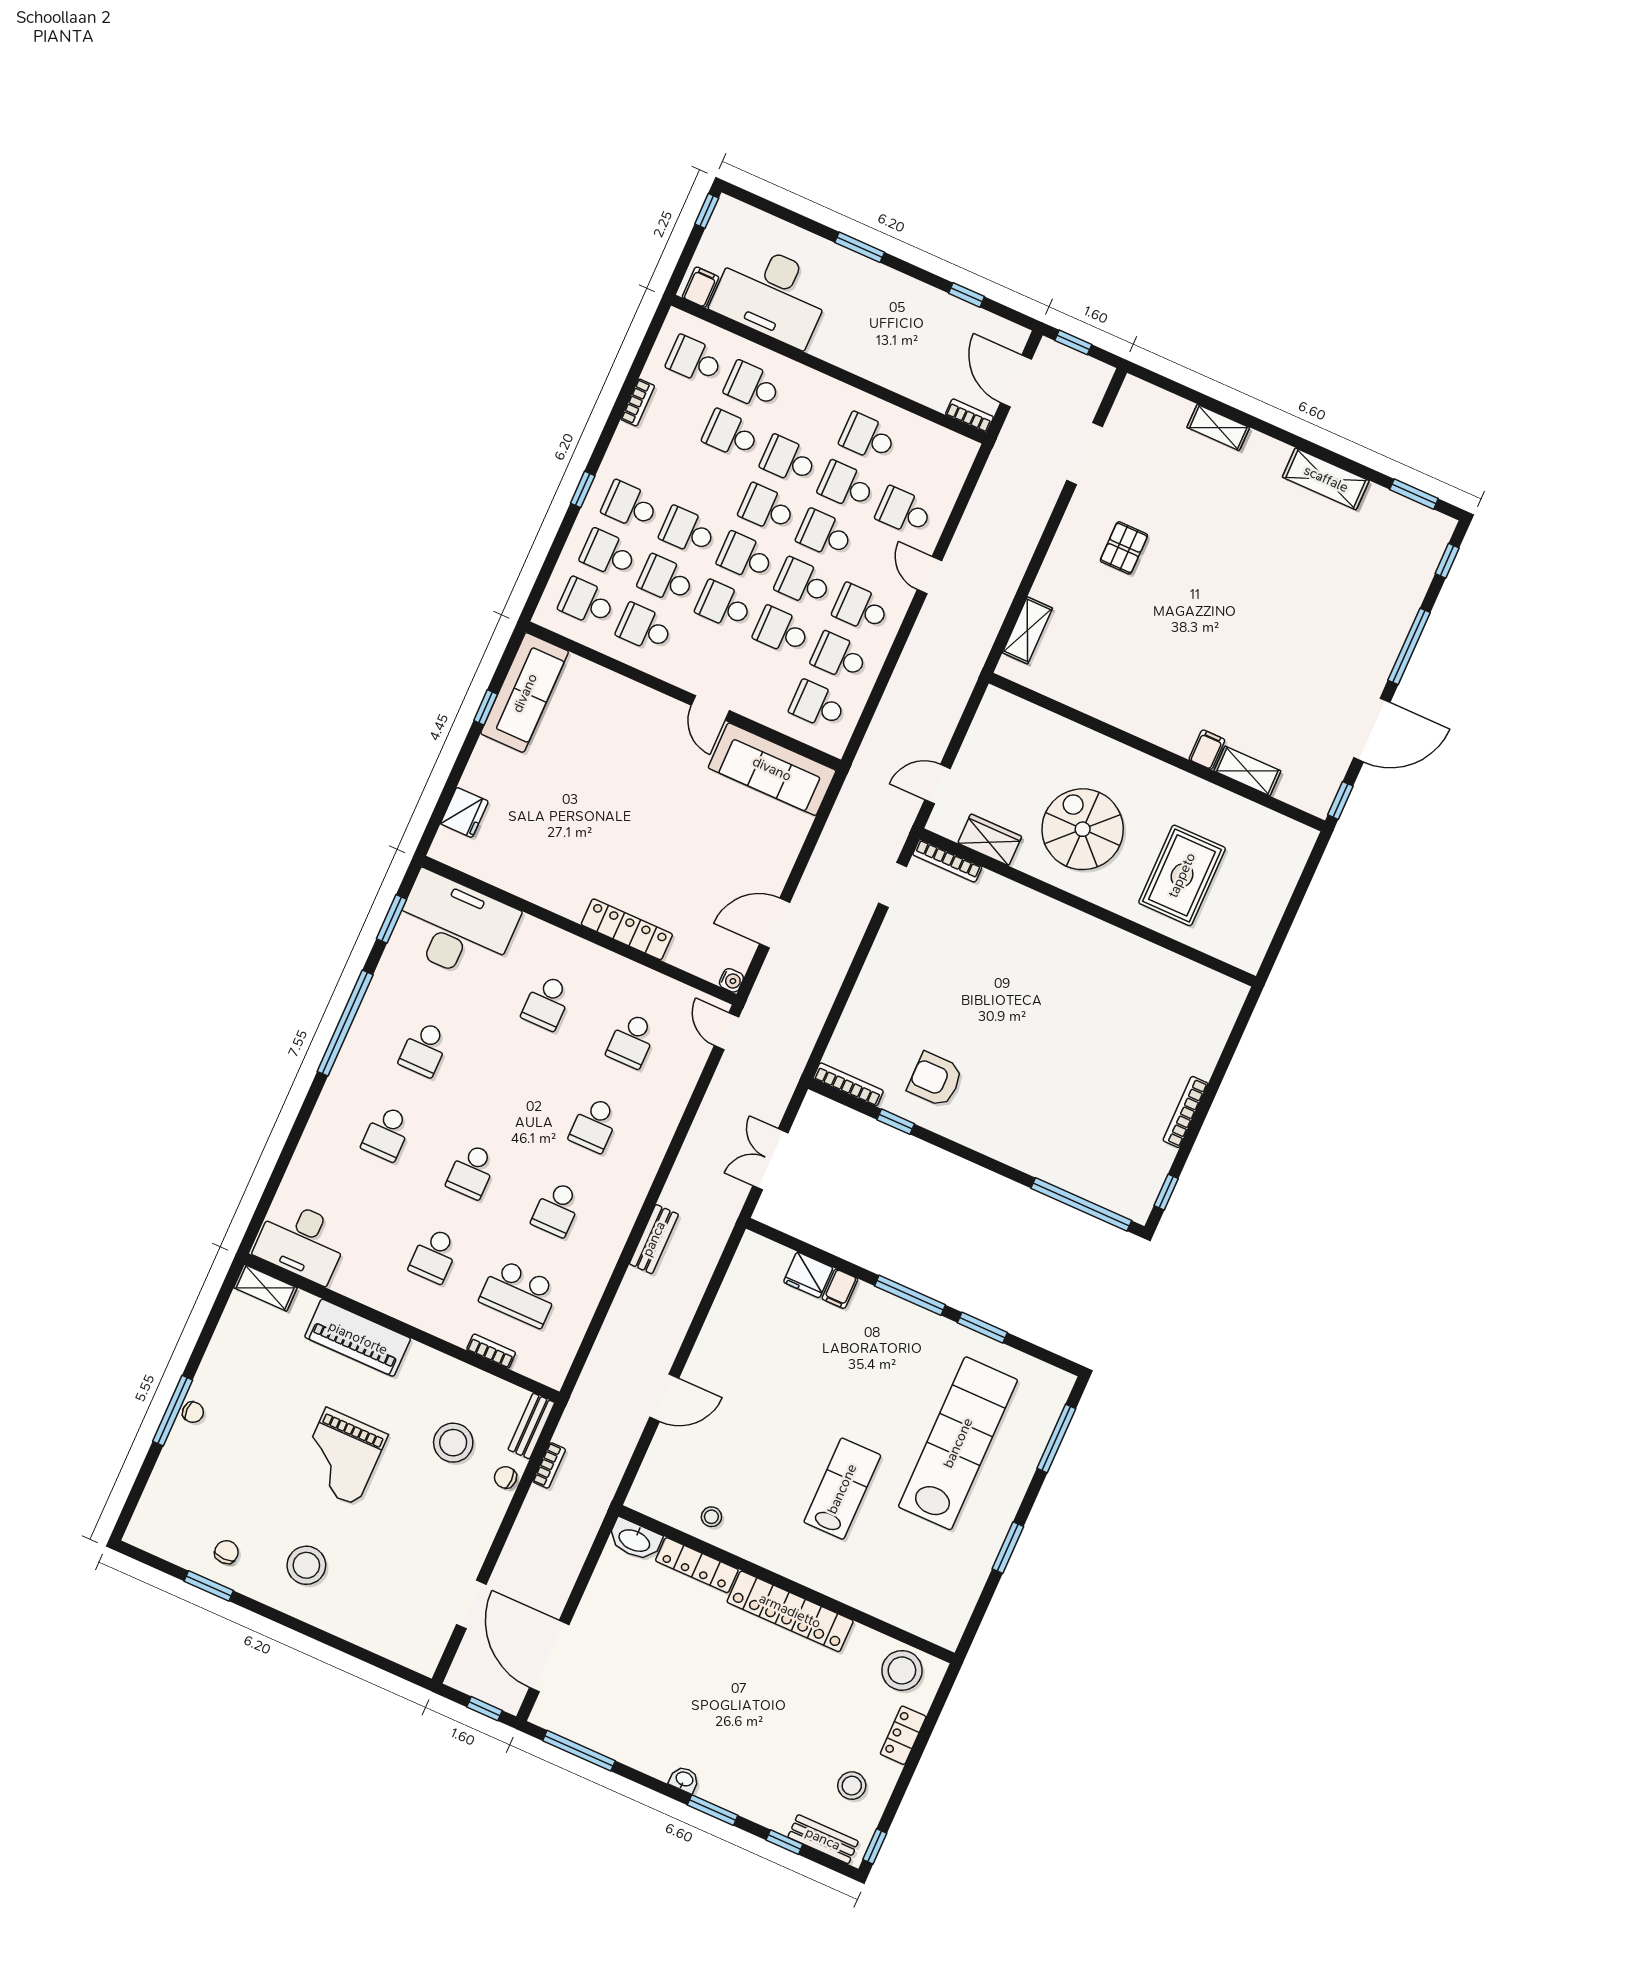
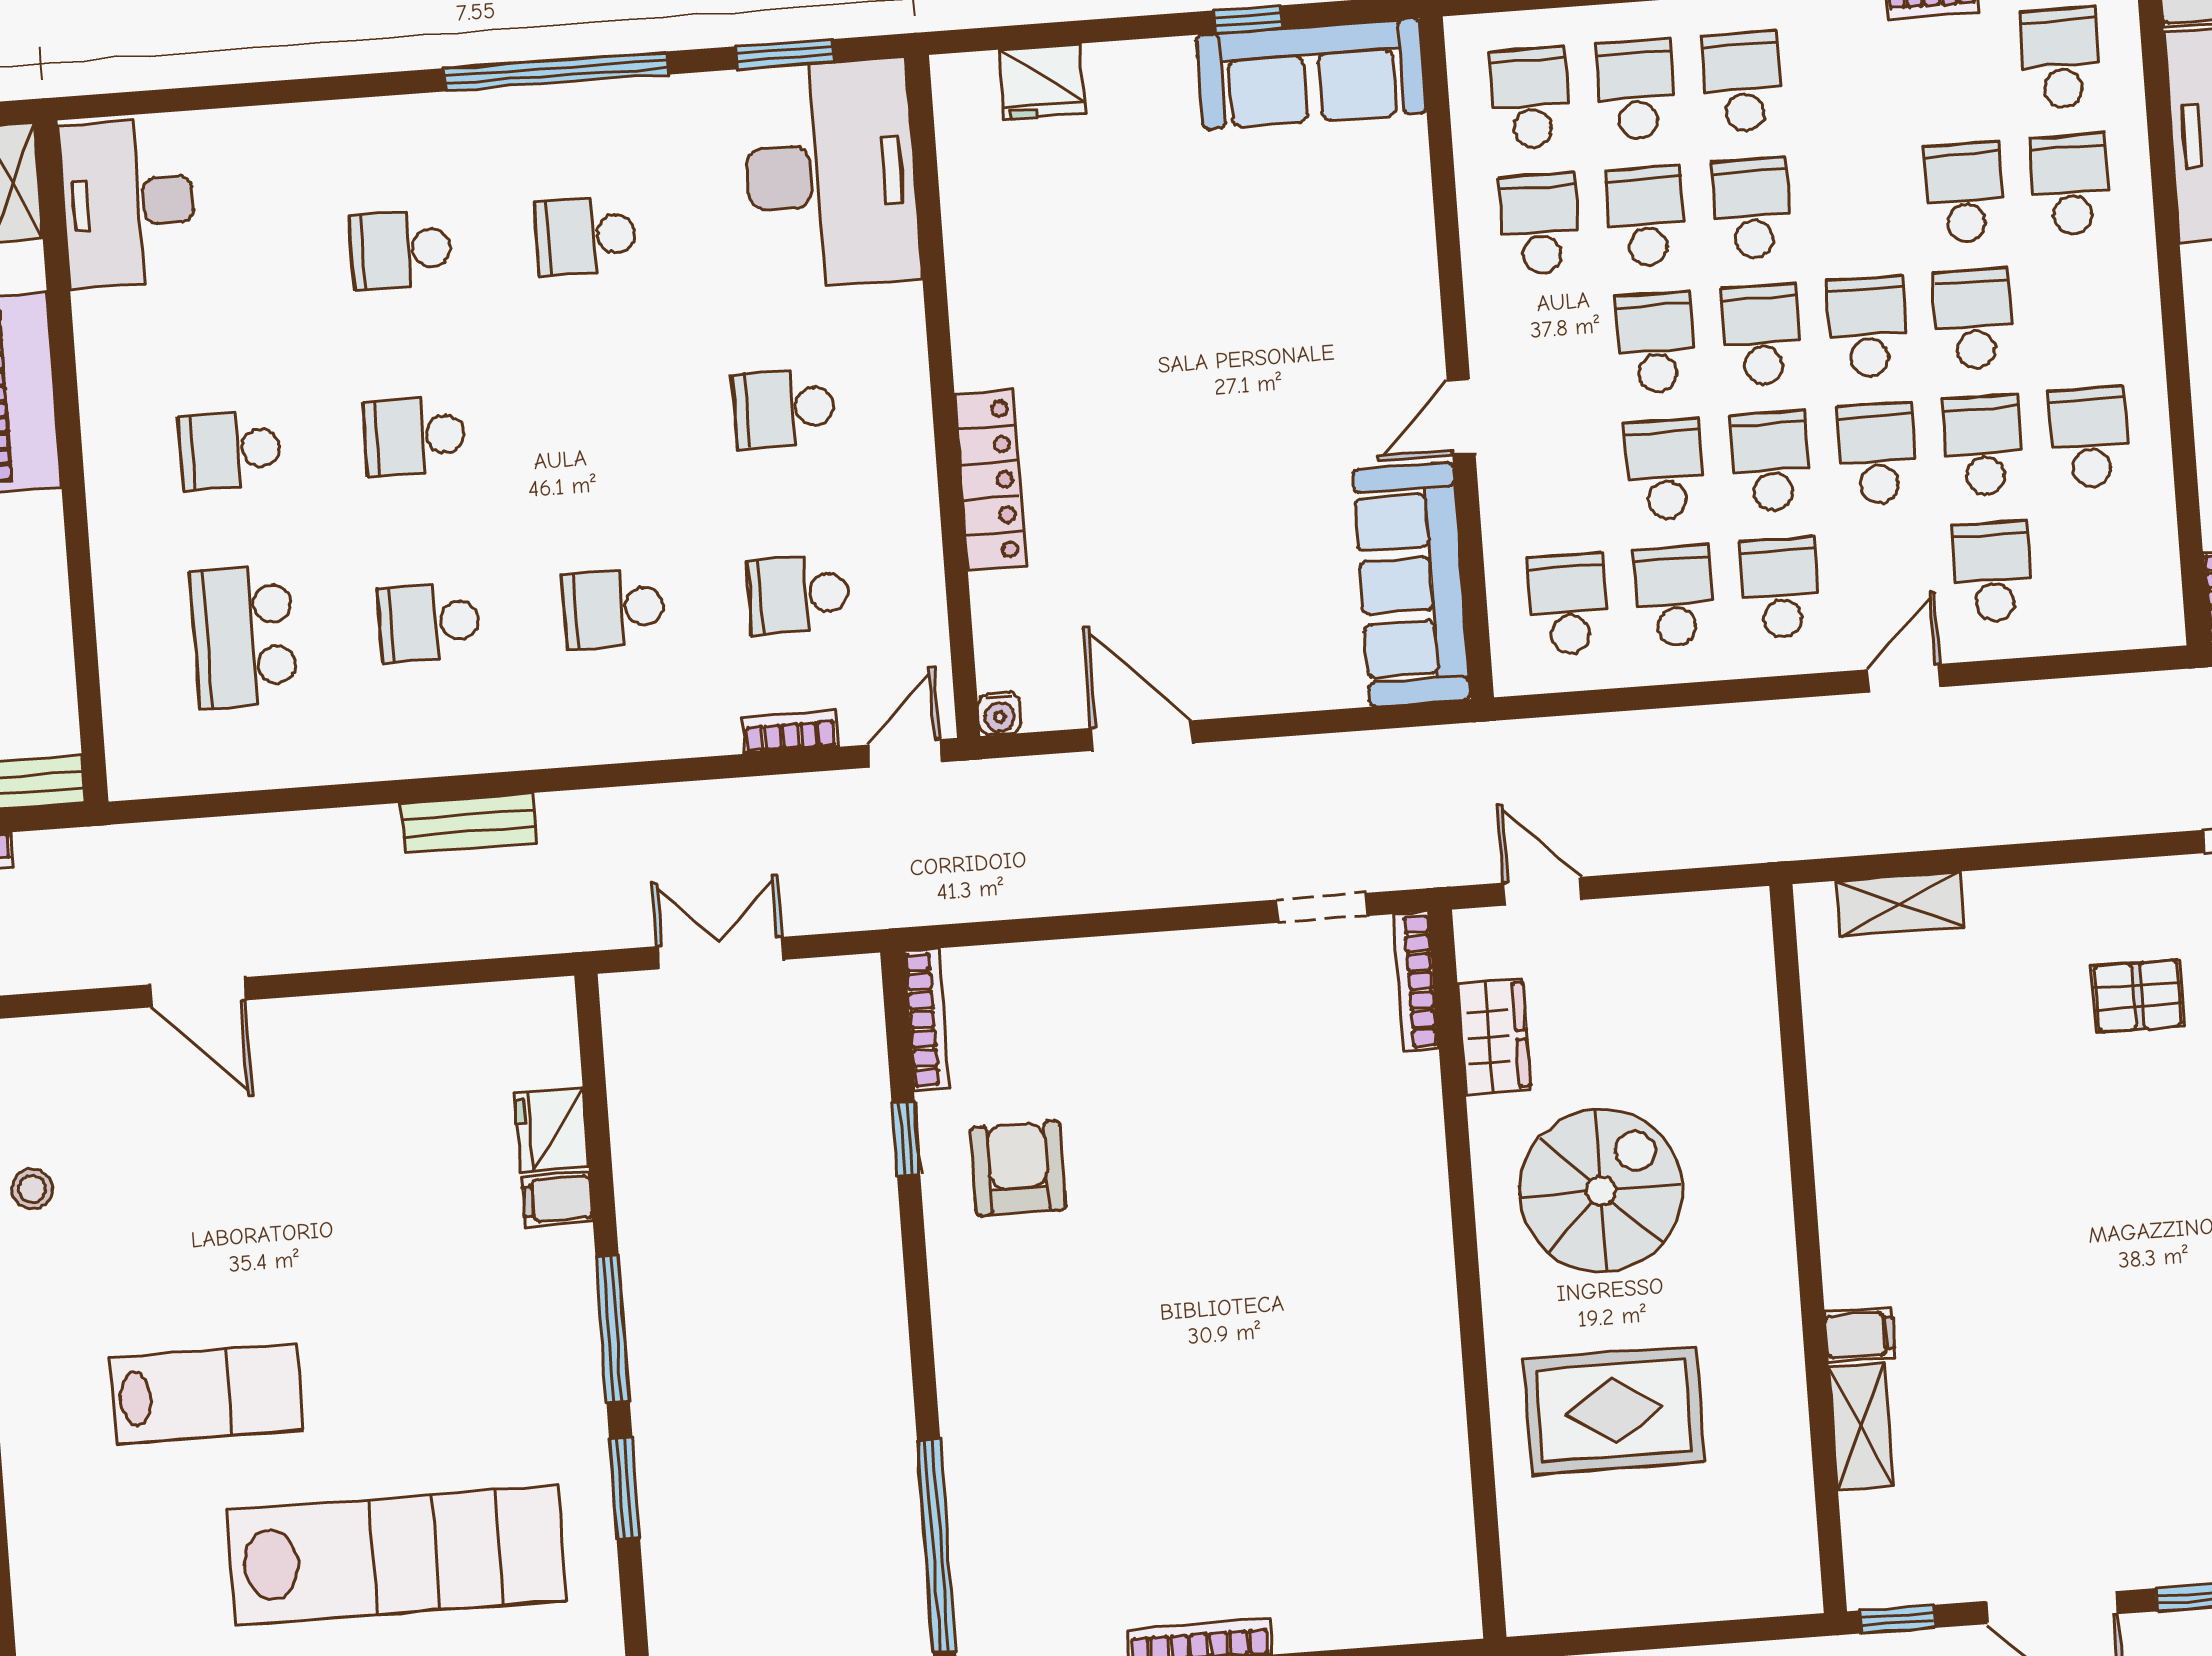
bookcase: (491, 1351) -> (790, 732), moved, turned -90

